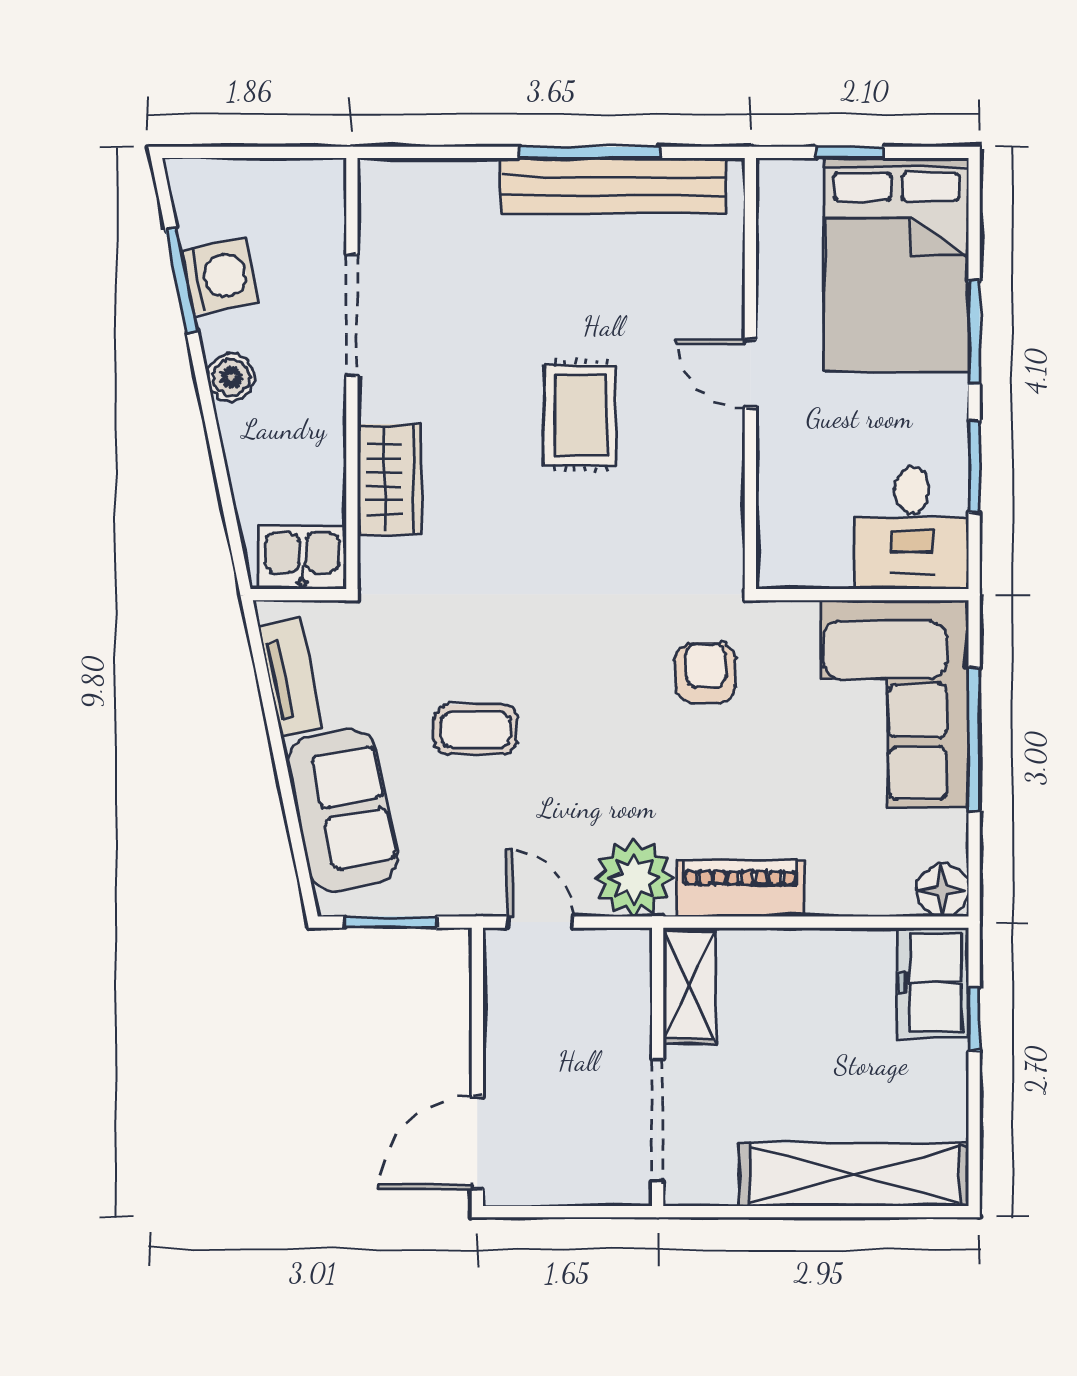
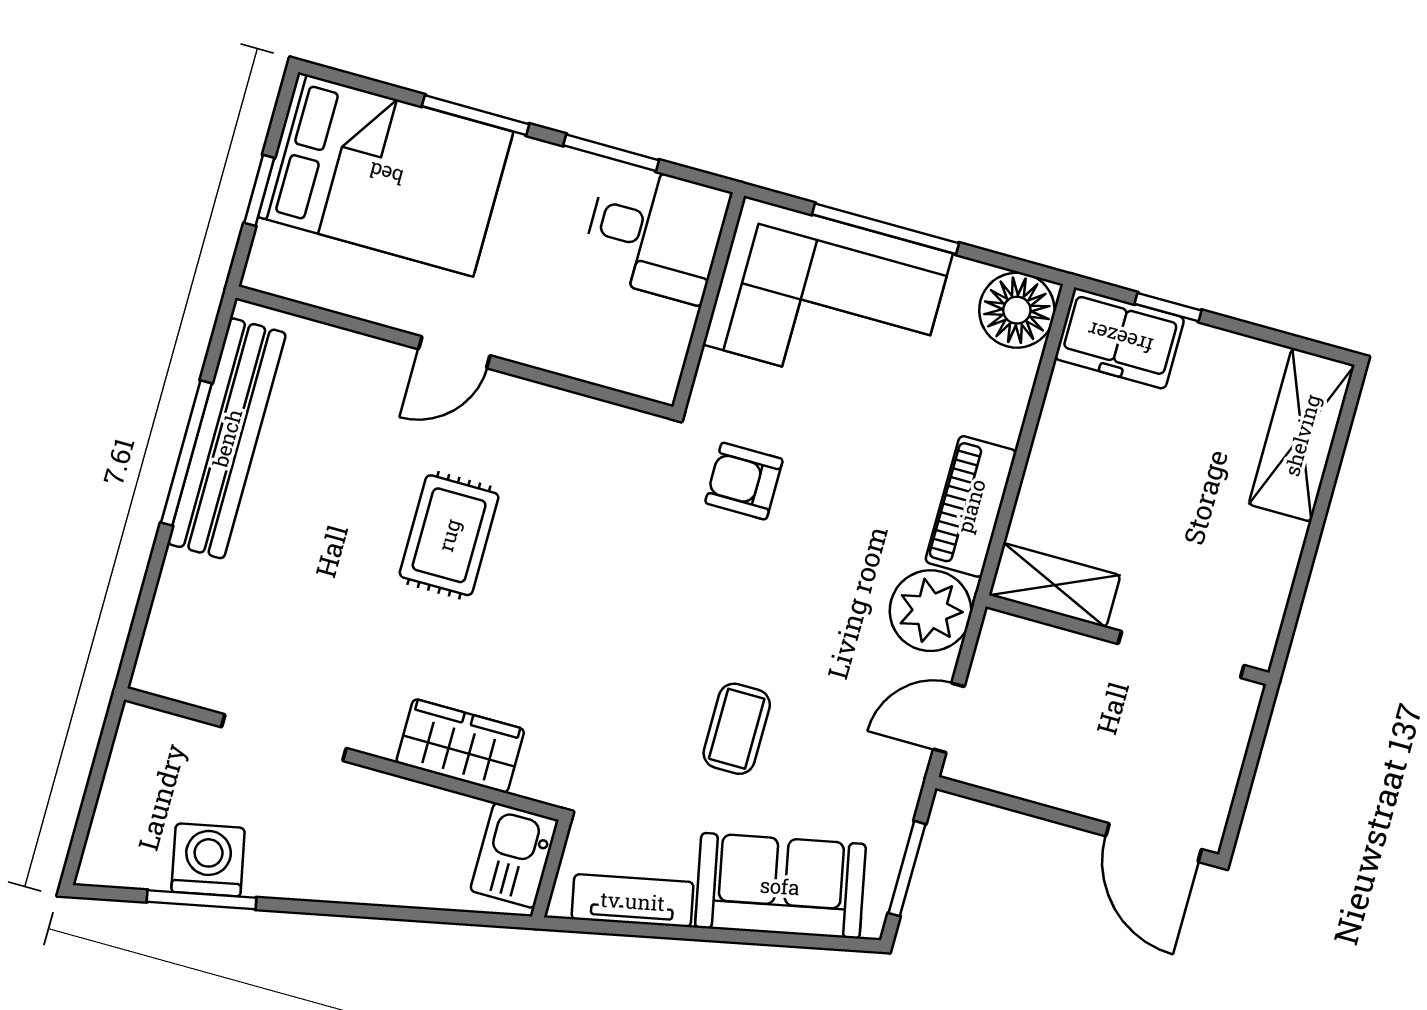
boiler: (231, 377) -> (313, 877), removed
rug: (580, 415) -> (449, 535), turned 90
floor lamp: (943, 891) -> (1017, 310), width x1.38, depth x1.38
shelving: (854, 1175) -> (1302, 435), width x0.68

